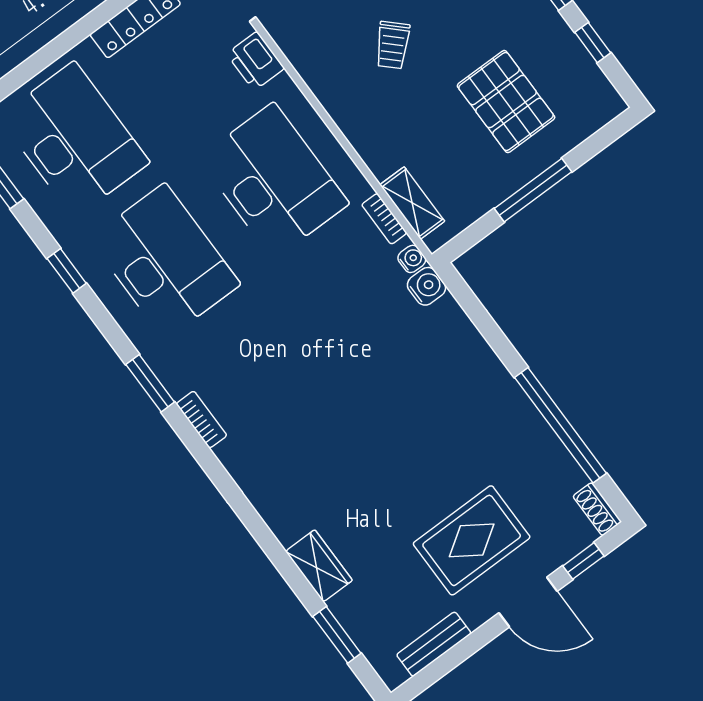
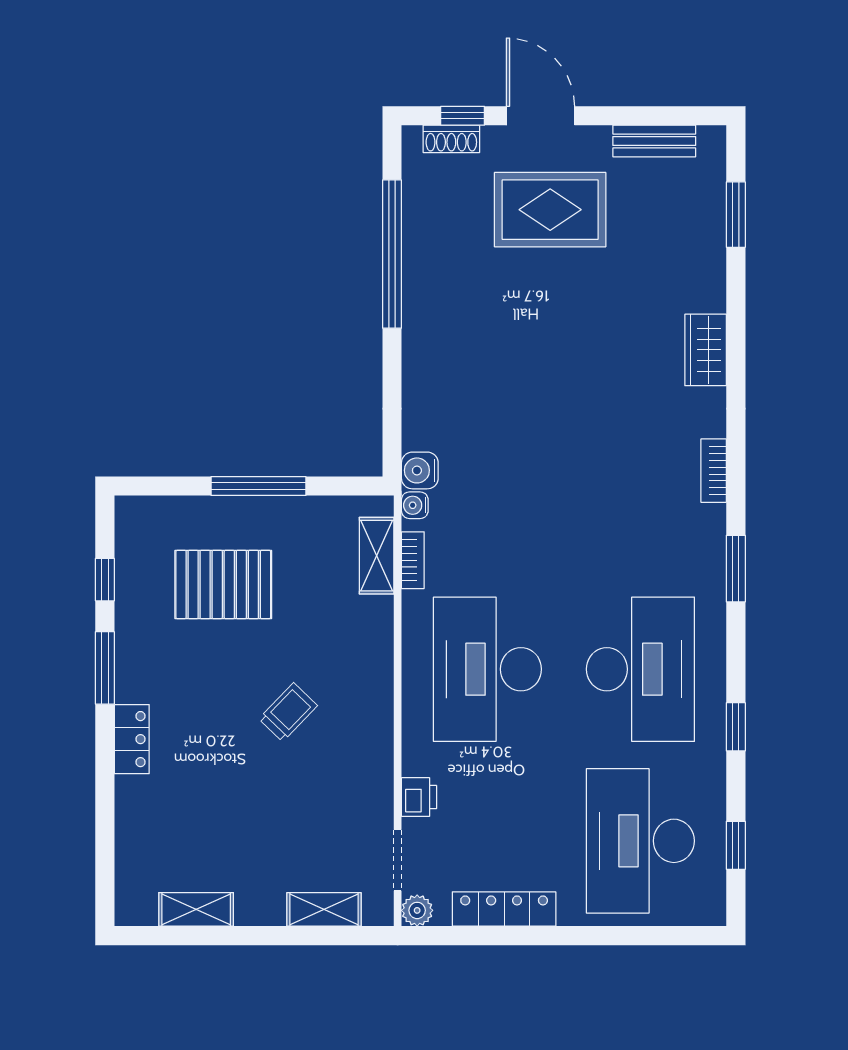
printer: (255, 61) -> (419, 797), width x0.73, depth x0.81
pallet: (506, 102) -> (223, 585), turned 90
desk: (165, 261) -> (640, 669), turned 180
bookcase: (202, 420) -> (714, 471), moved
shoe rack: (597, 509) -> (451, 139), moved, turned 90
wardrobe: (319, 566) -> (706, 350), moved

